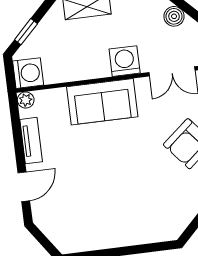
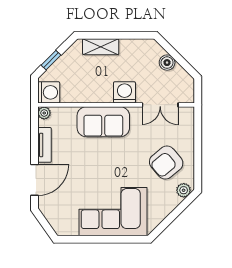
door: (24, 187) -> (34, 180), width x1.37
corner sofa: (129, 215) -> (113, 212), added

